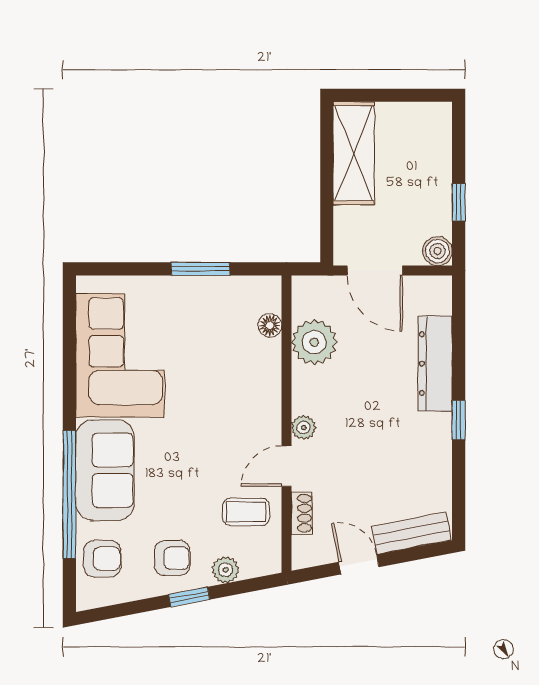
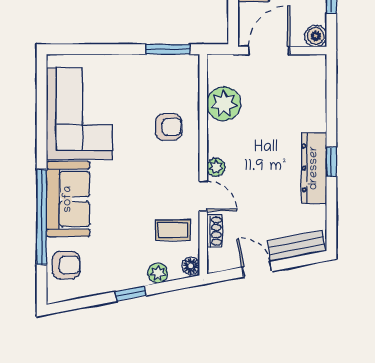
window: (200, 269) -> (168, 49), moved
door: (375, 271) -> (269, 50), swing flipped
floor lamp: (270, 325) -> (191, 266), moved
dresser: (435, 364) -> (314, 168), moved
door: (286, 466) -> (203, 196), swing flipped
armchair: (172, 558) -> (169, 127), moved

